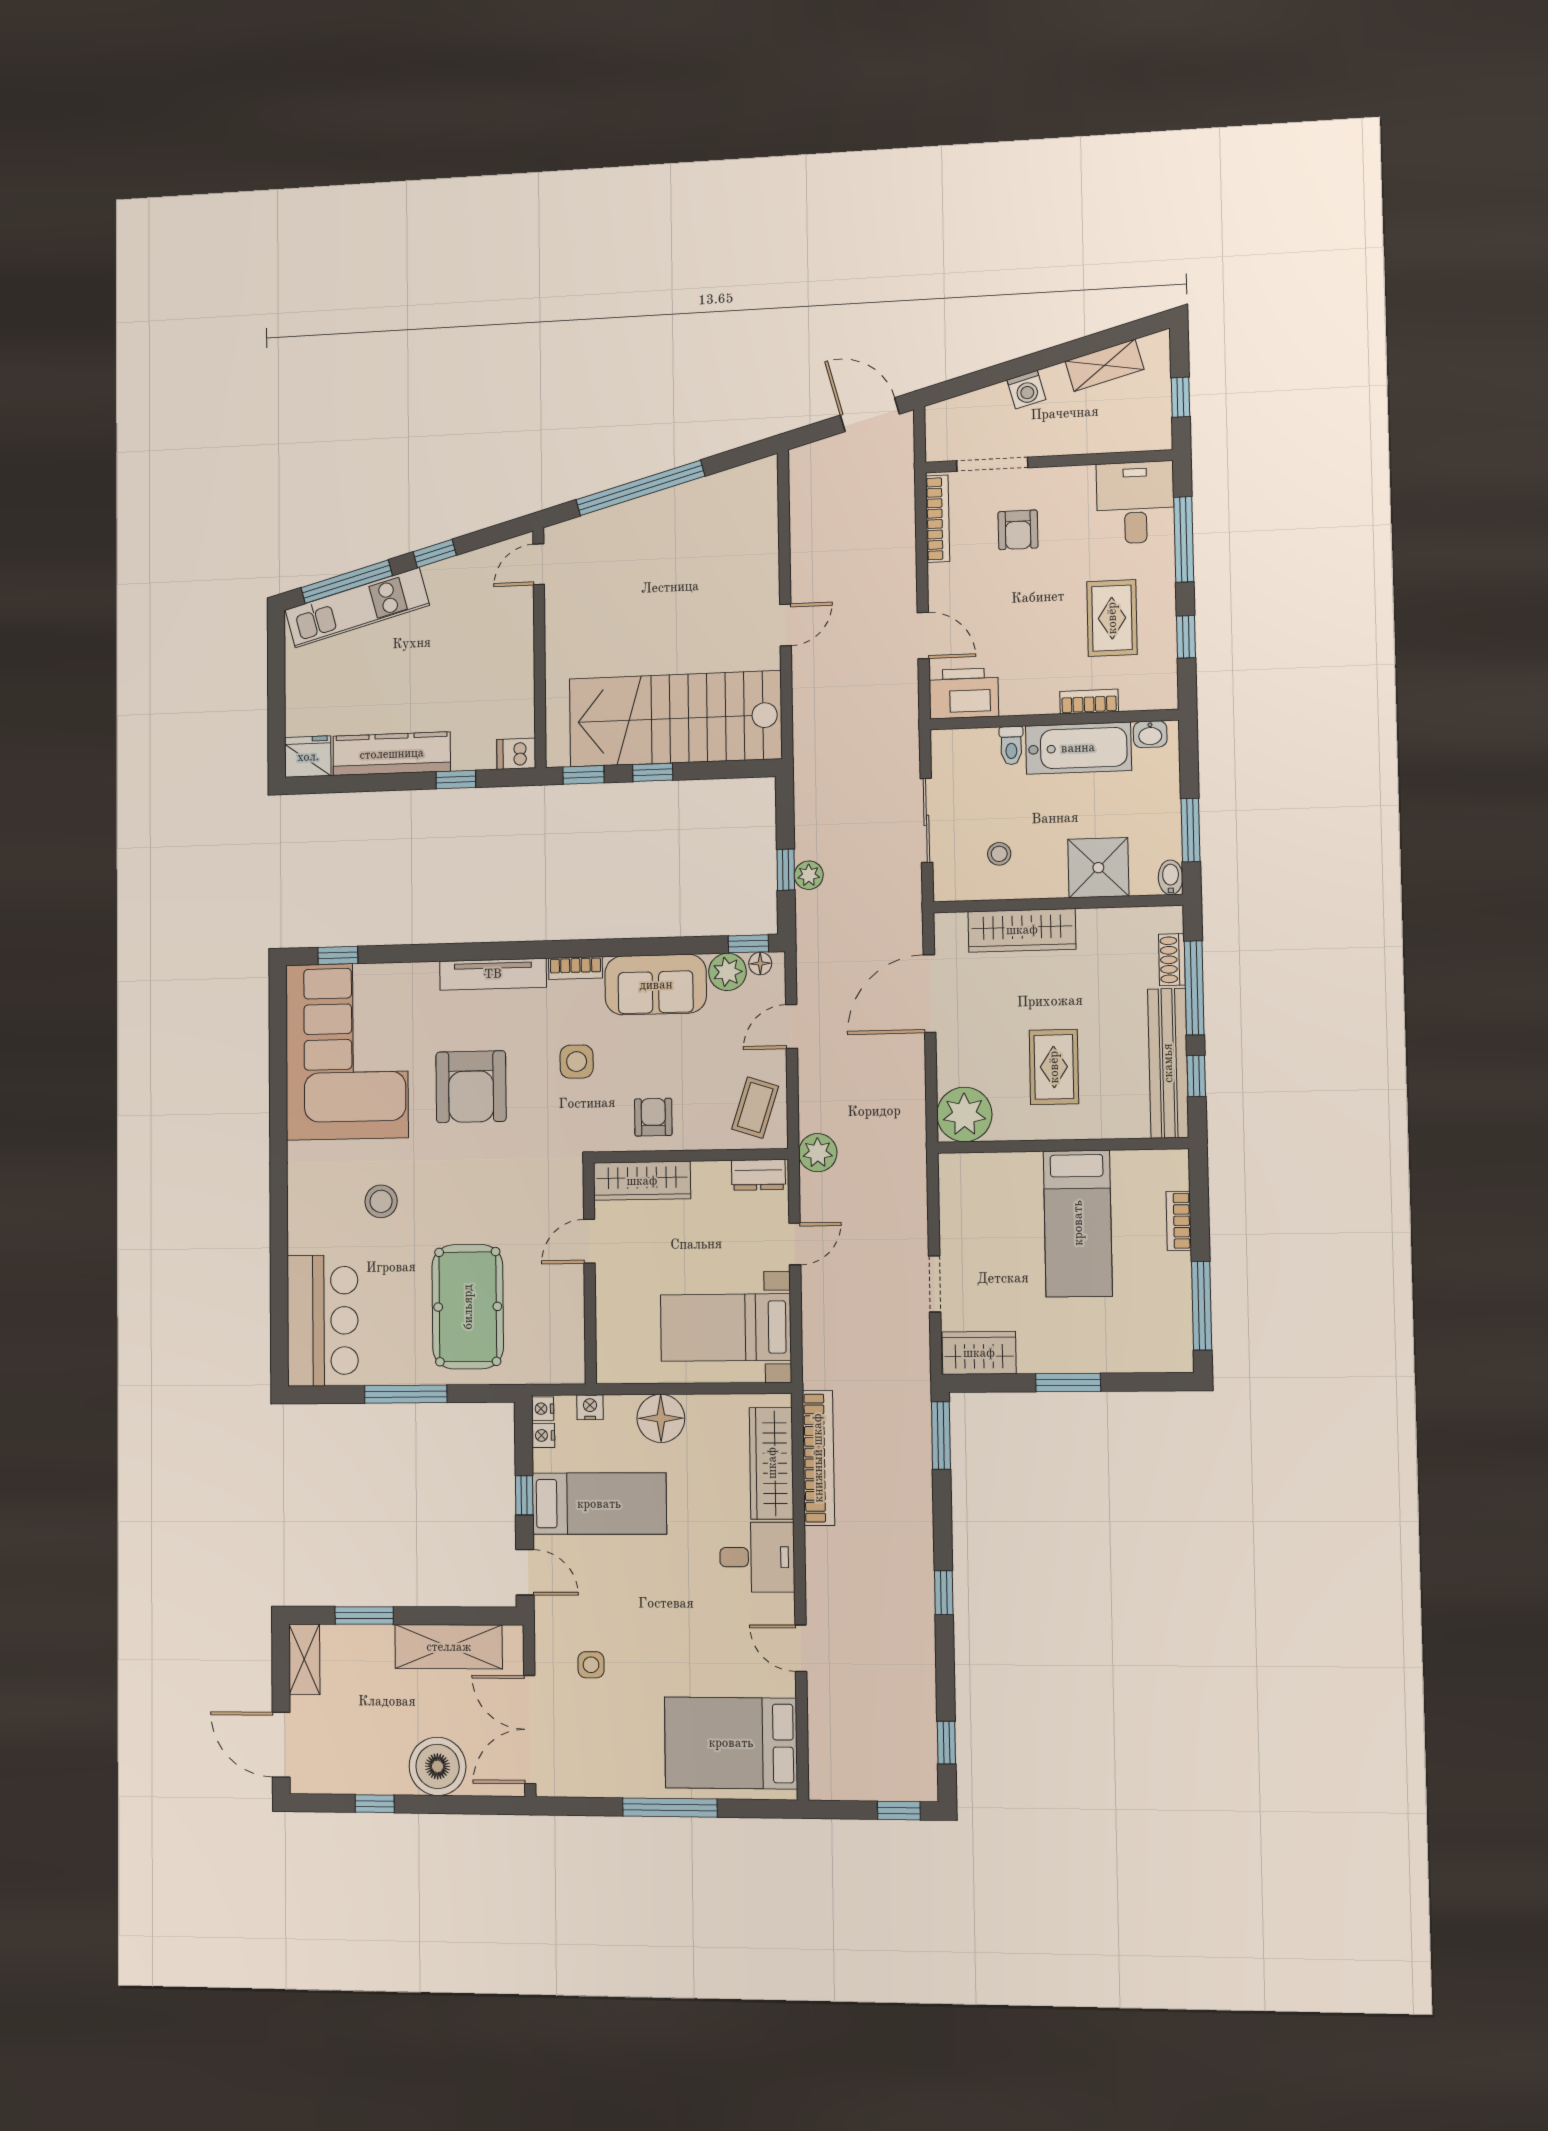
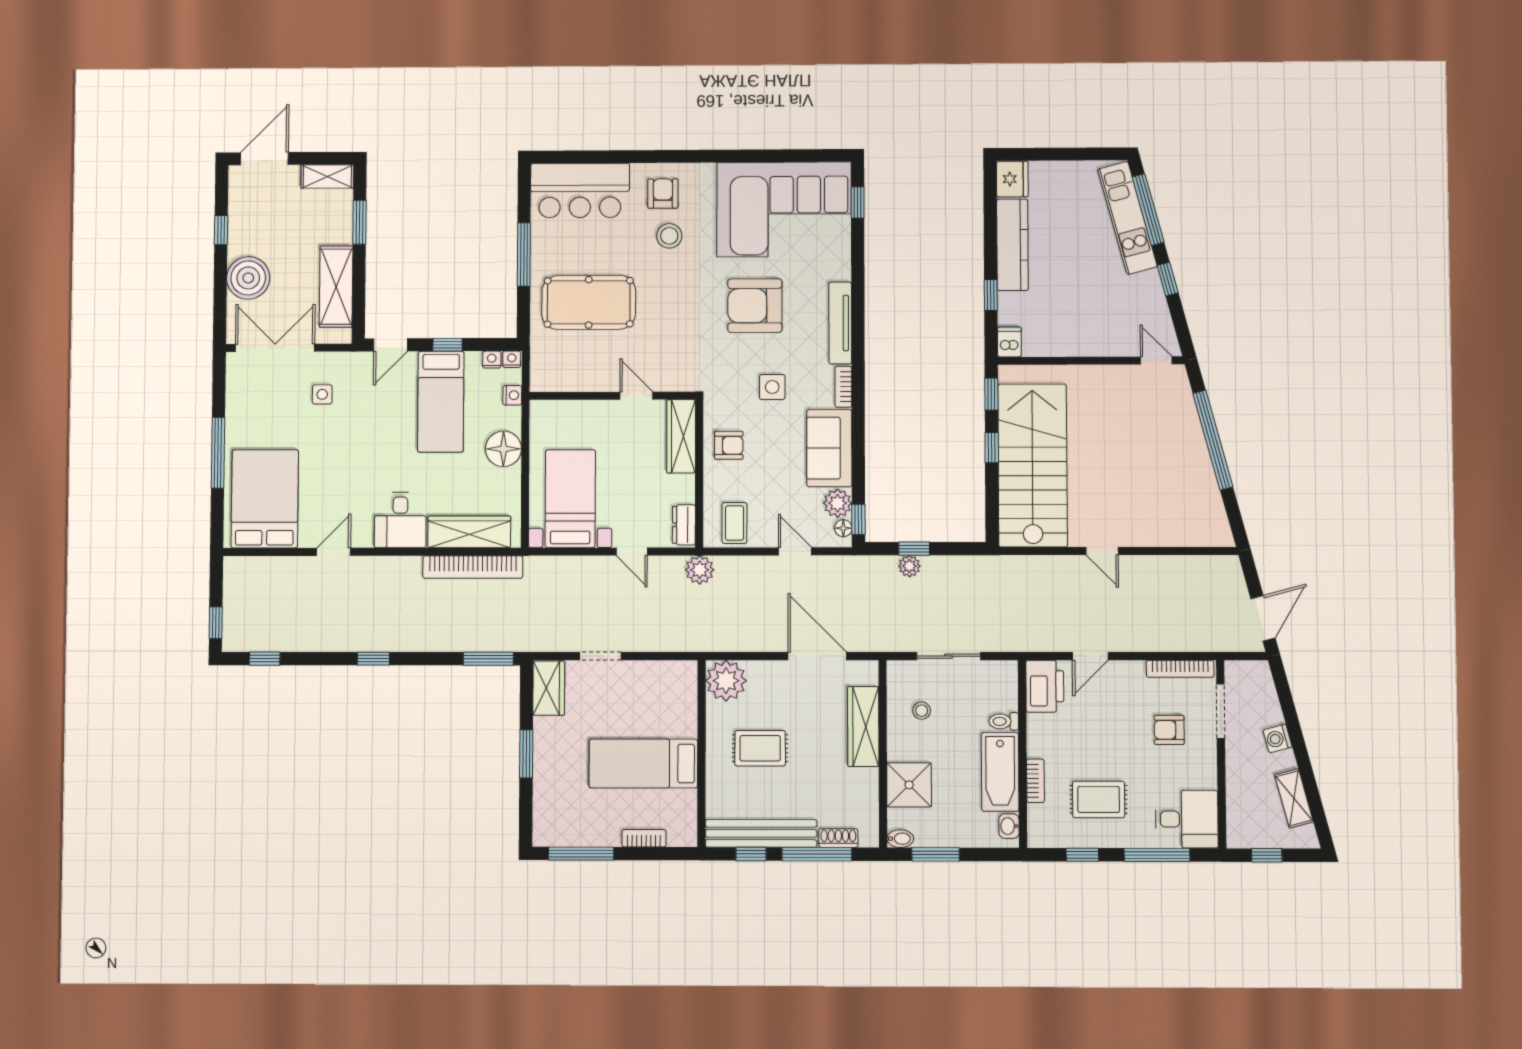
coffee table: (755, 1108) -> (734, 523), turned 72
armchair: (327, 1211) -> (663, 194), added

